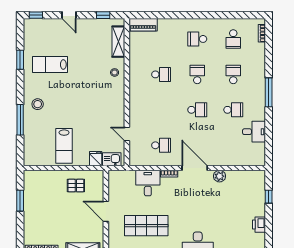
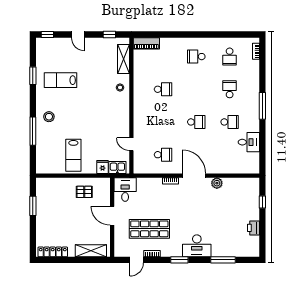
school desk: (197, 74) -> (196, 89), removed
desk: (148, 183) -> (125, 190), moved

